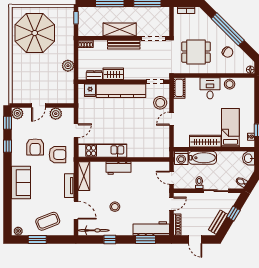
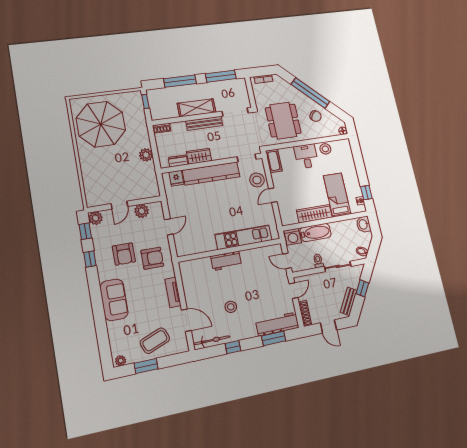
dining table: (196, 52) -> (283, 121), width x1.37
kitchen unit: (102, 151) -> (244, 237), moved
shelving: (84, 176) -> (188, 278), removed

